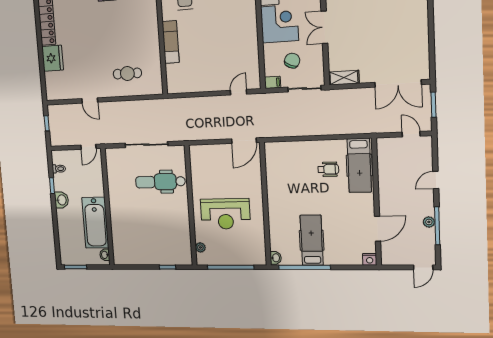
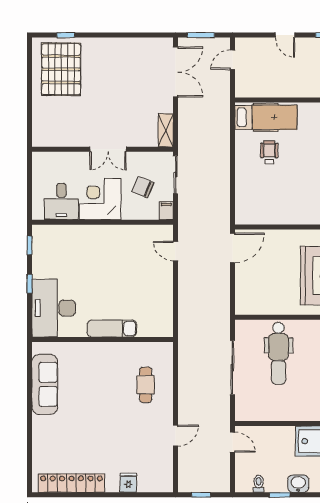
fridge: (53, 58) -> (128, 483), width x0.53, depth x0.75
door: (244, 141) -> (233, 248), hinge flipped

